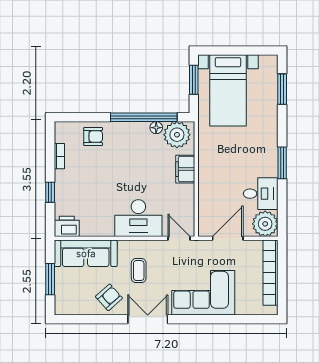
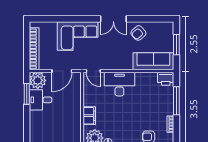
window: (282, 163) -> (27, 94), moved
window: (50, 192) -> (176, 101), width x2.17
coffee table: (139, 271) -> (119, 50), removed

